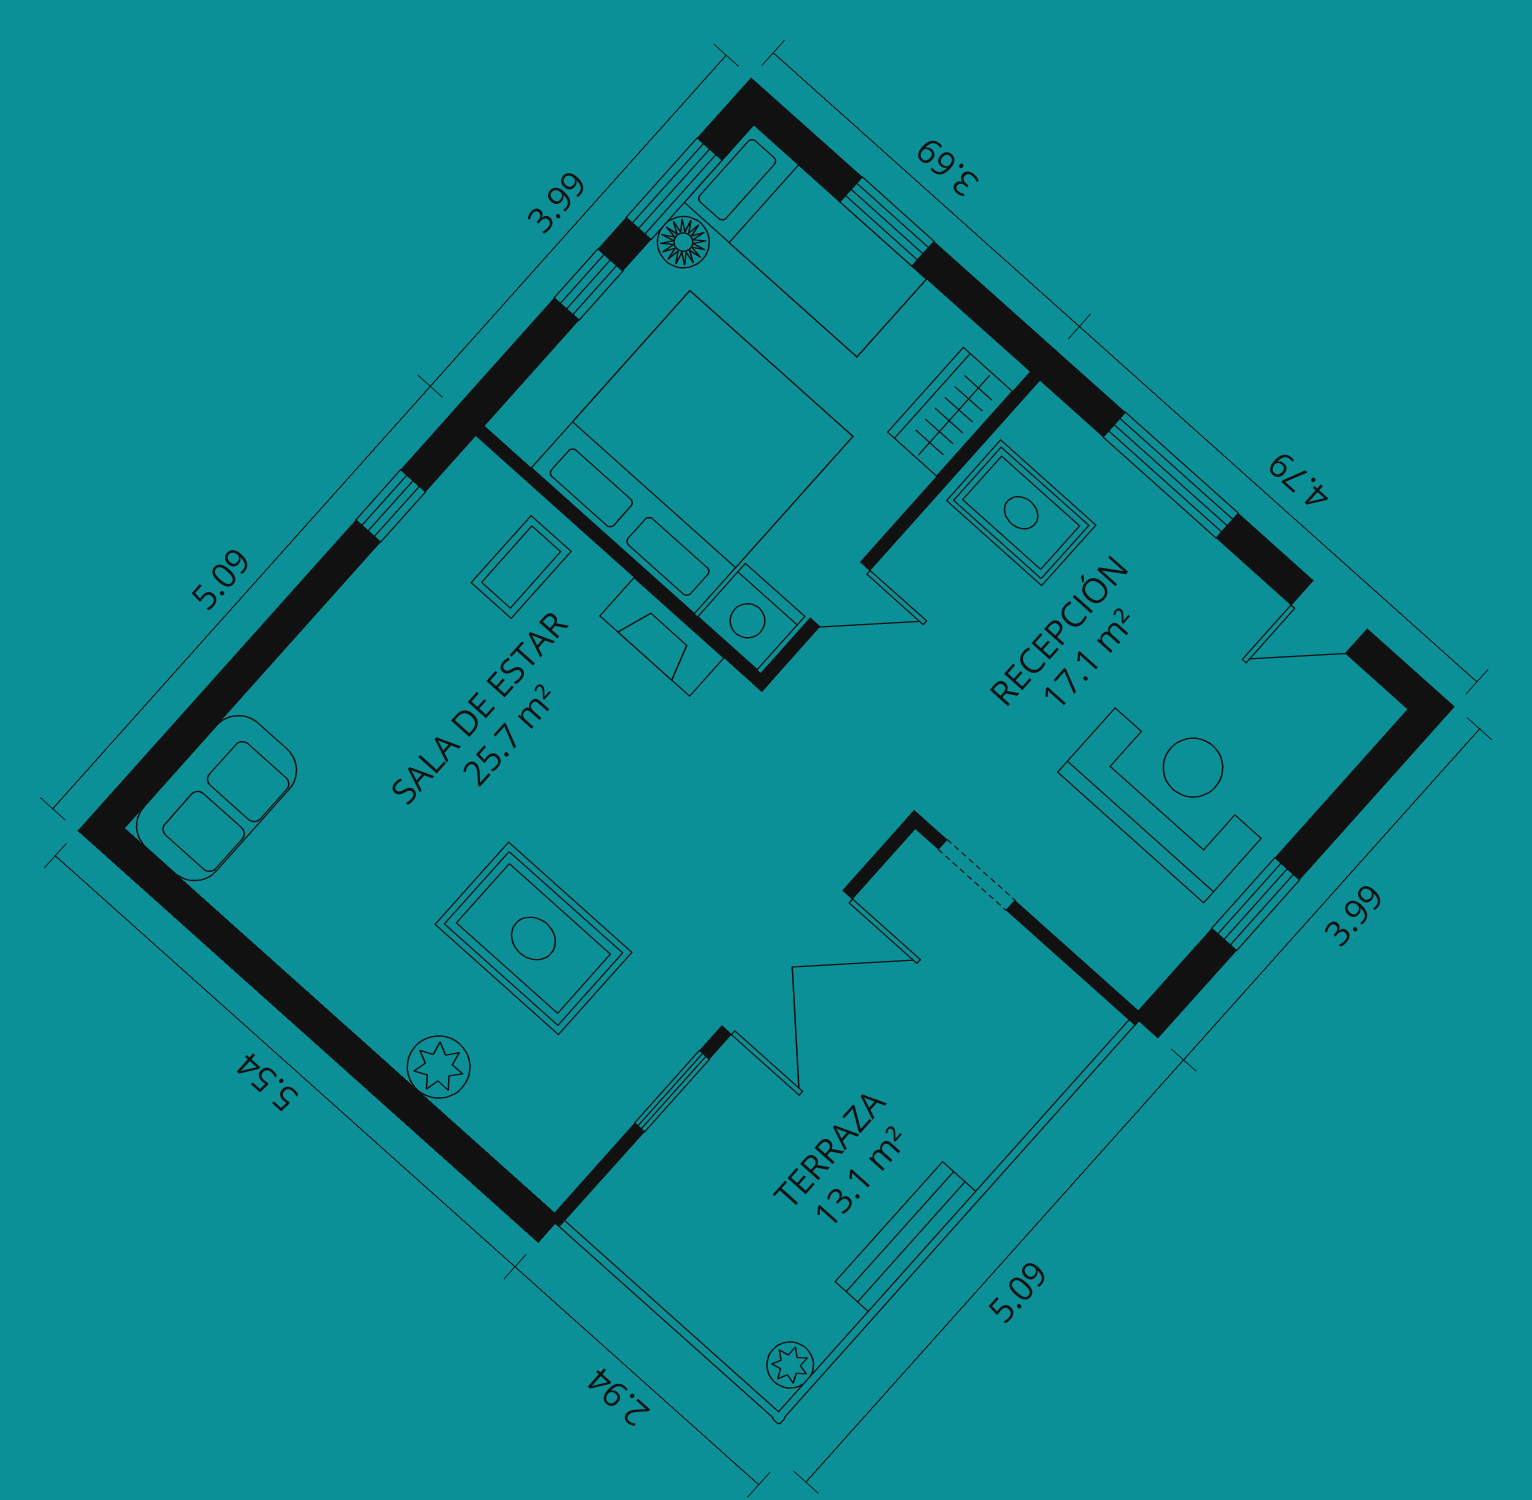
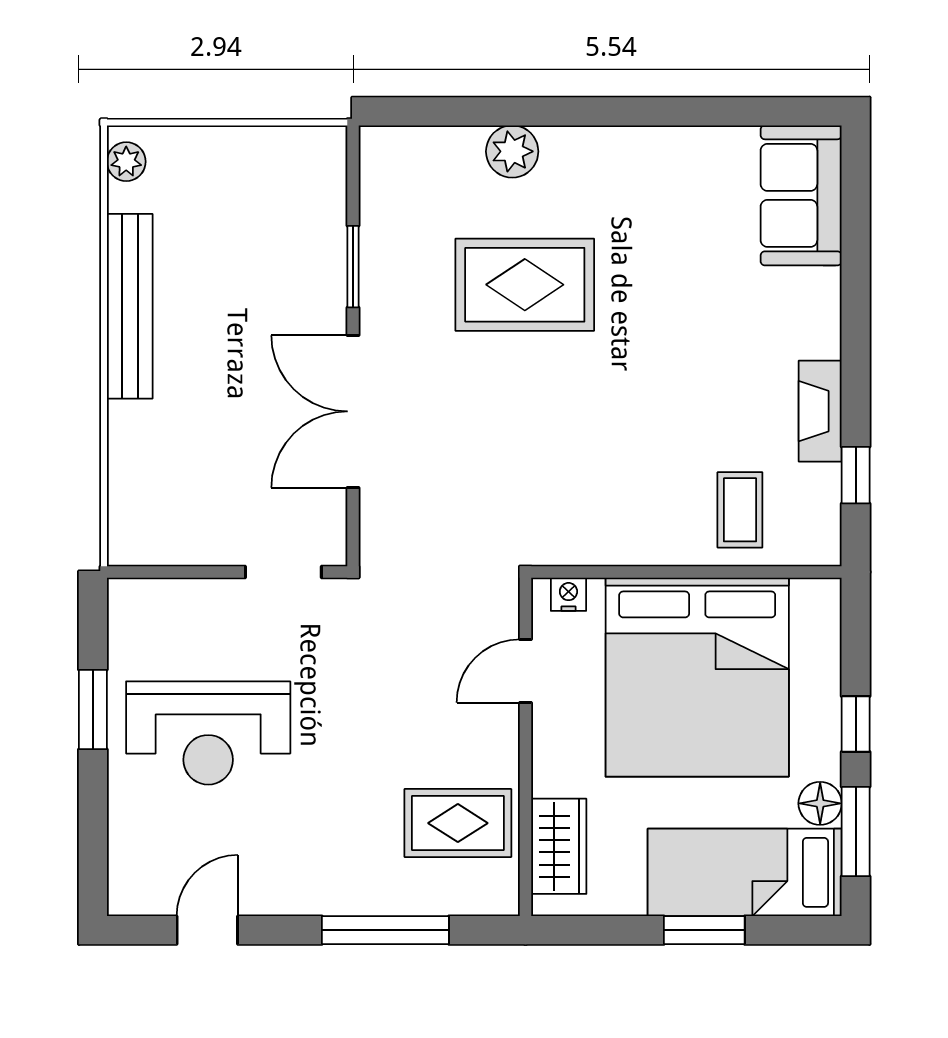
nightstand: (751, 617) -> (568, 594), width x0.53, depth x0.56
fireplace: (662, 637) -> (820, 411), moved, turned -90
bench: (906, 1237) -> (130, 306), width x1.37, depth x1.21

